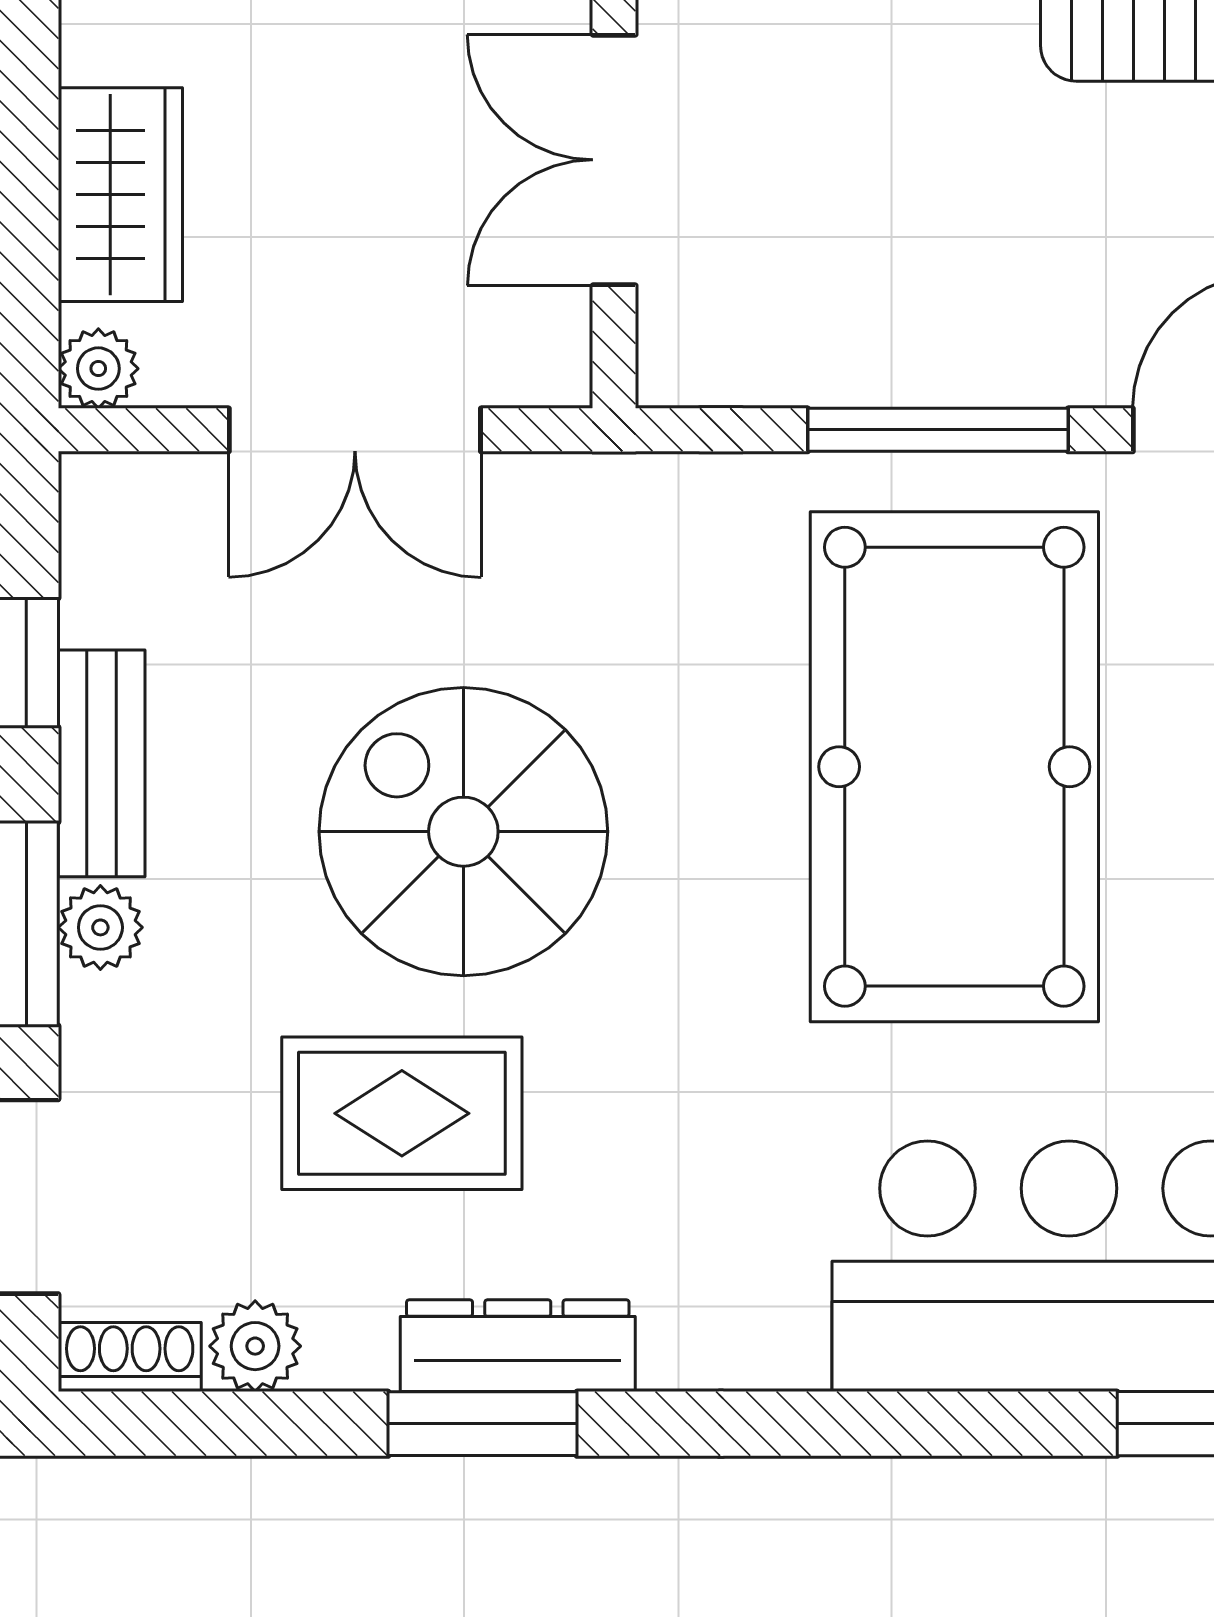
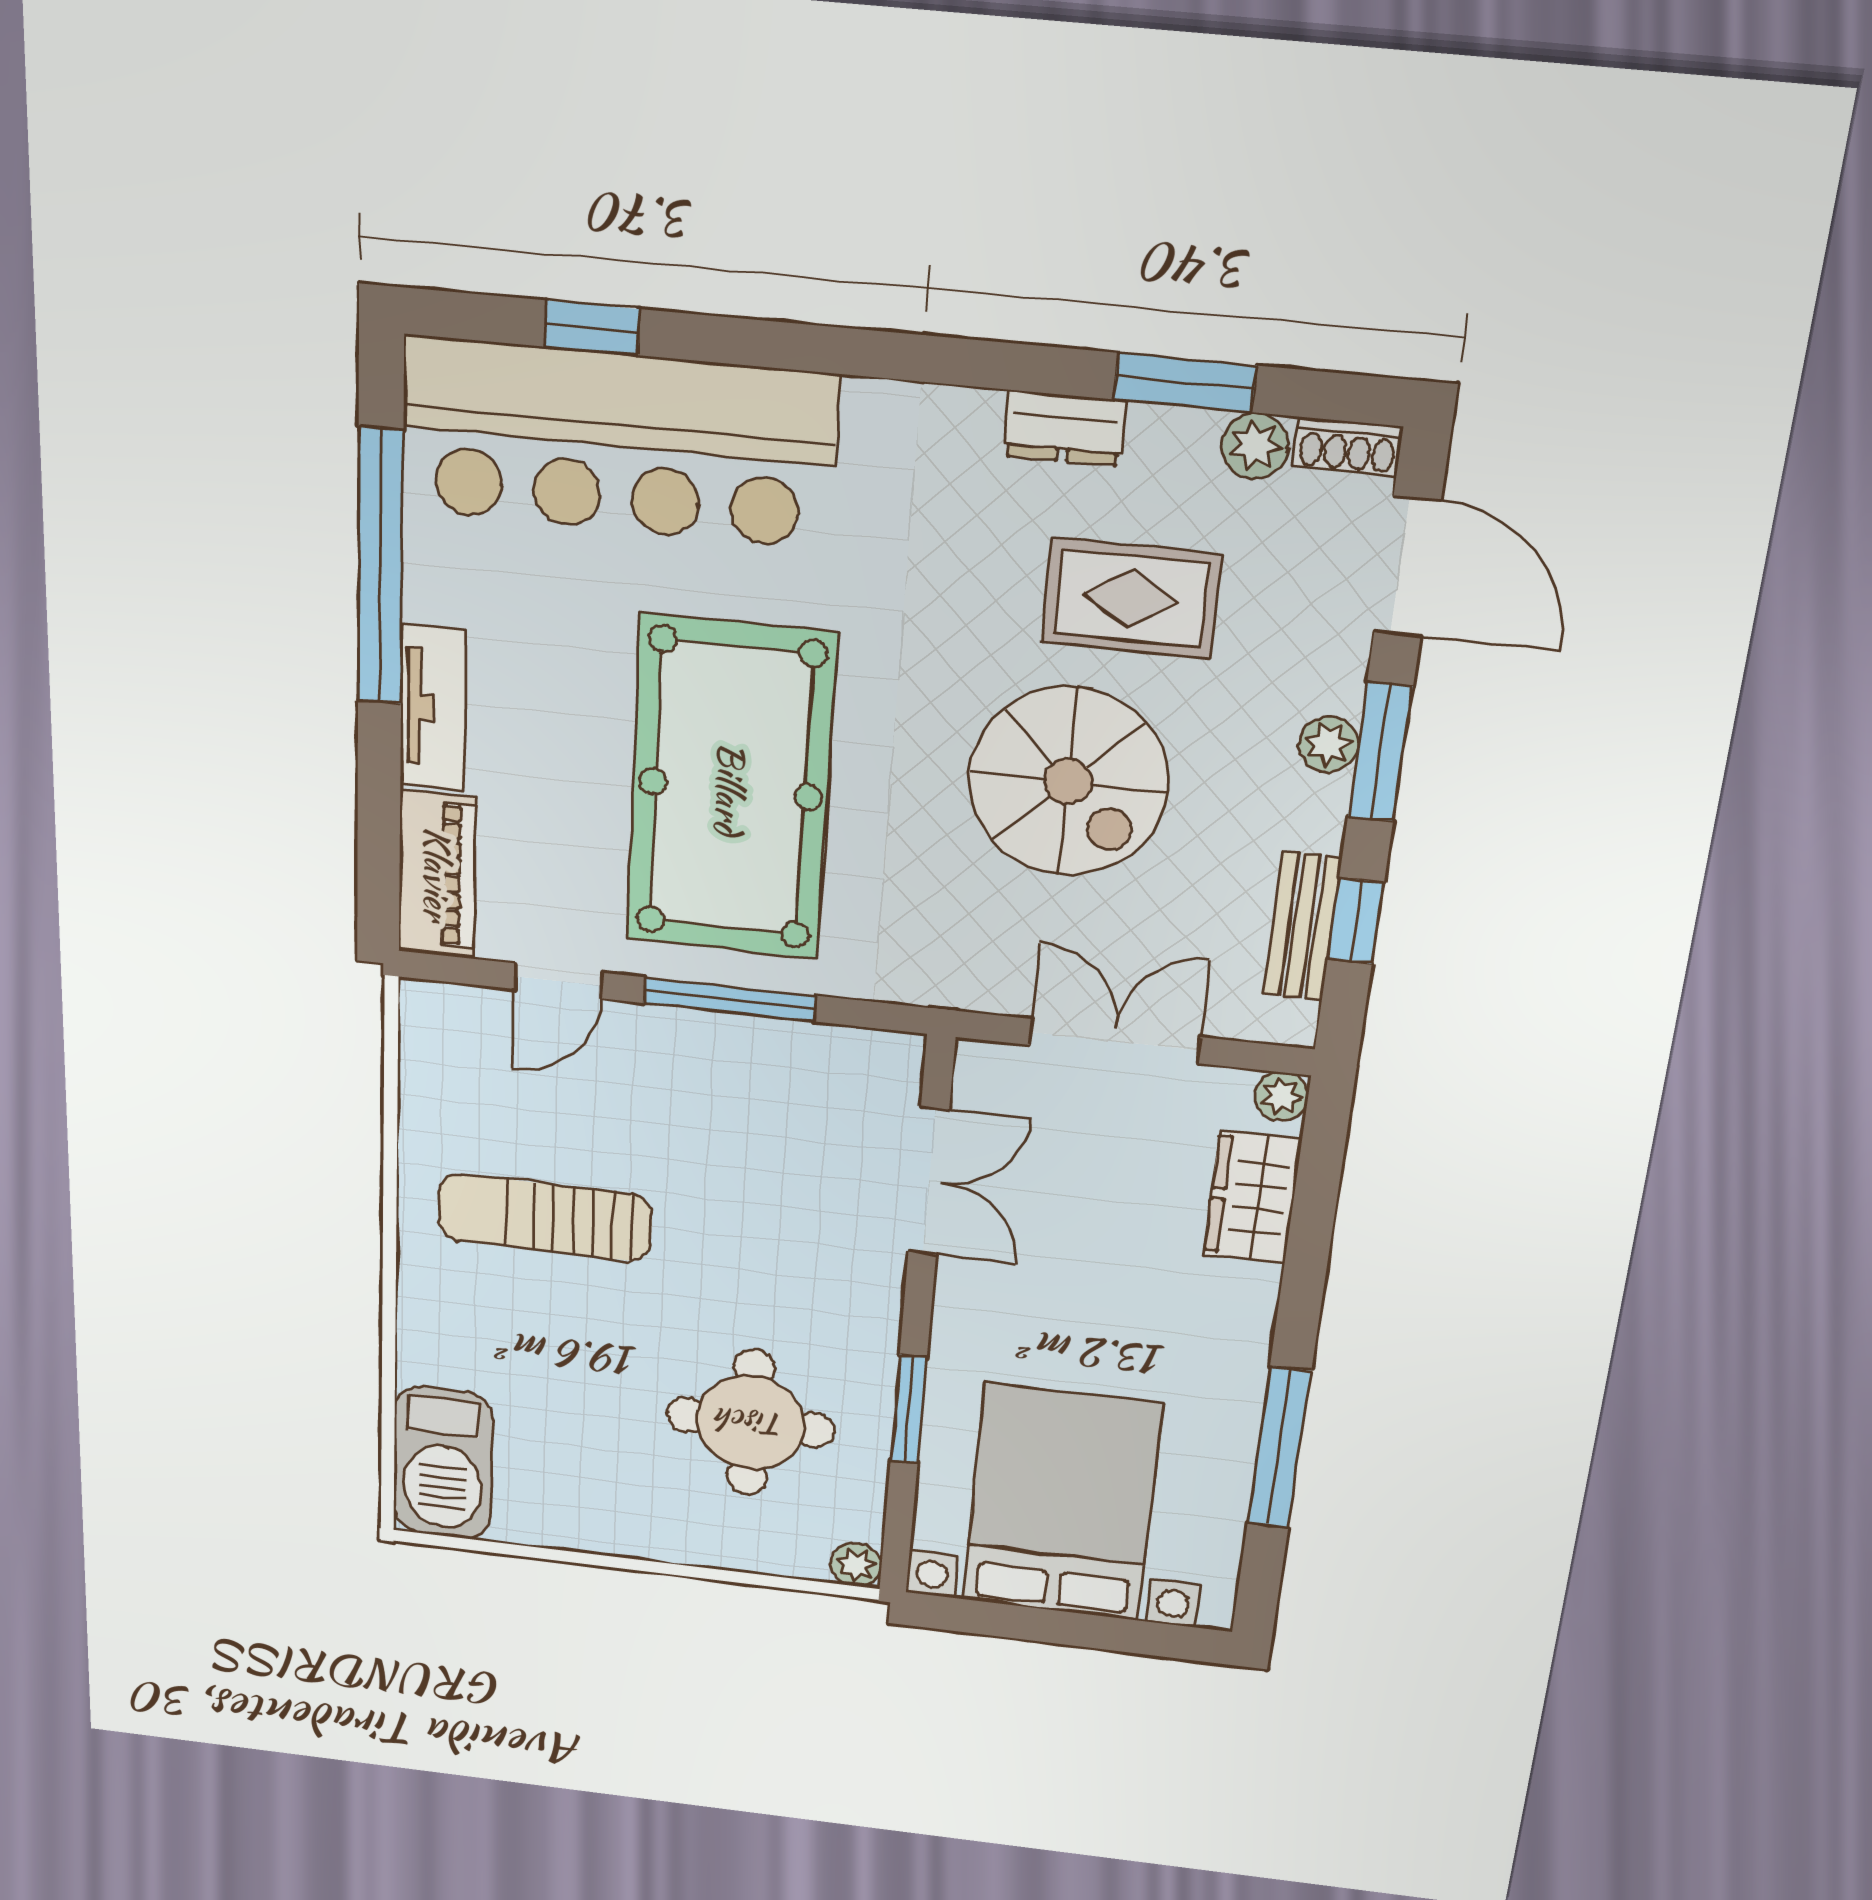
bench: (102, 763) -> (1302, 926), moved
dresser: (518, 1346) -> (1065, 428), width x0.70
window: (482, 1424) -> (1185, 383), moved

